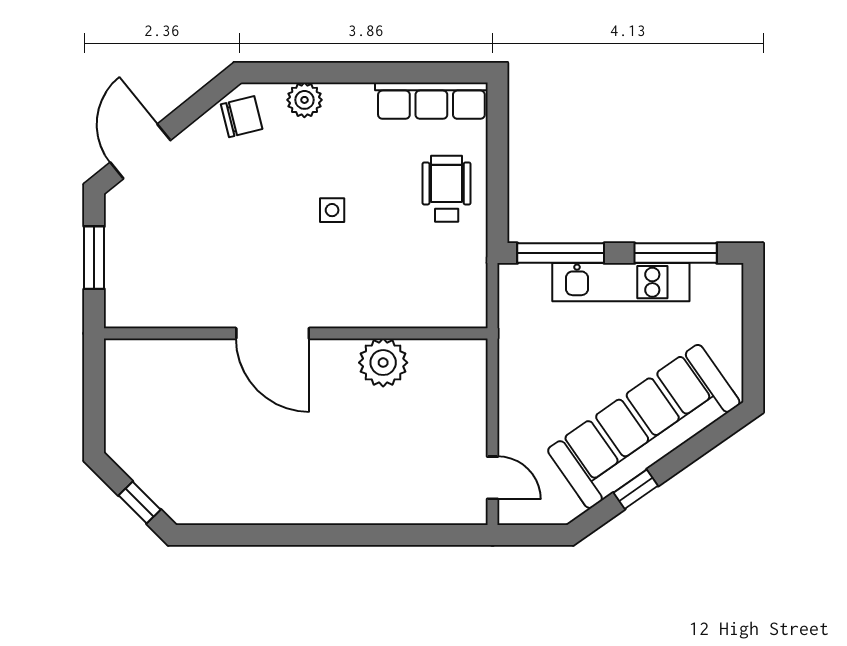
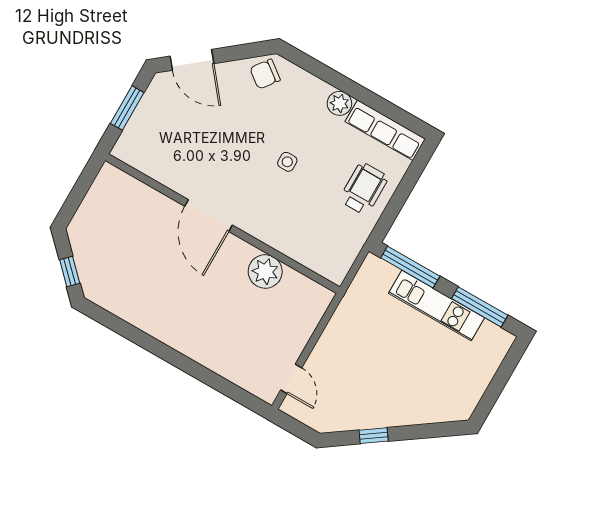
plant: (304, 100) -> (339, 103), moved
chair: (242, 117) -> (265, 74), turned 141
door: (140, 151) -> (192, 60), swing flipped
sofa: (644, 426) -> (400, 401), removed

